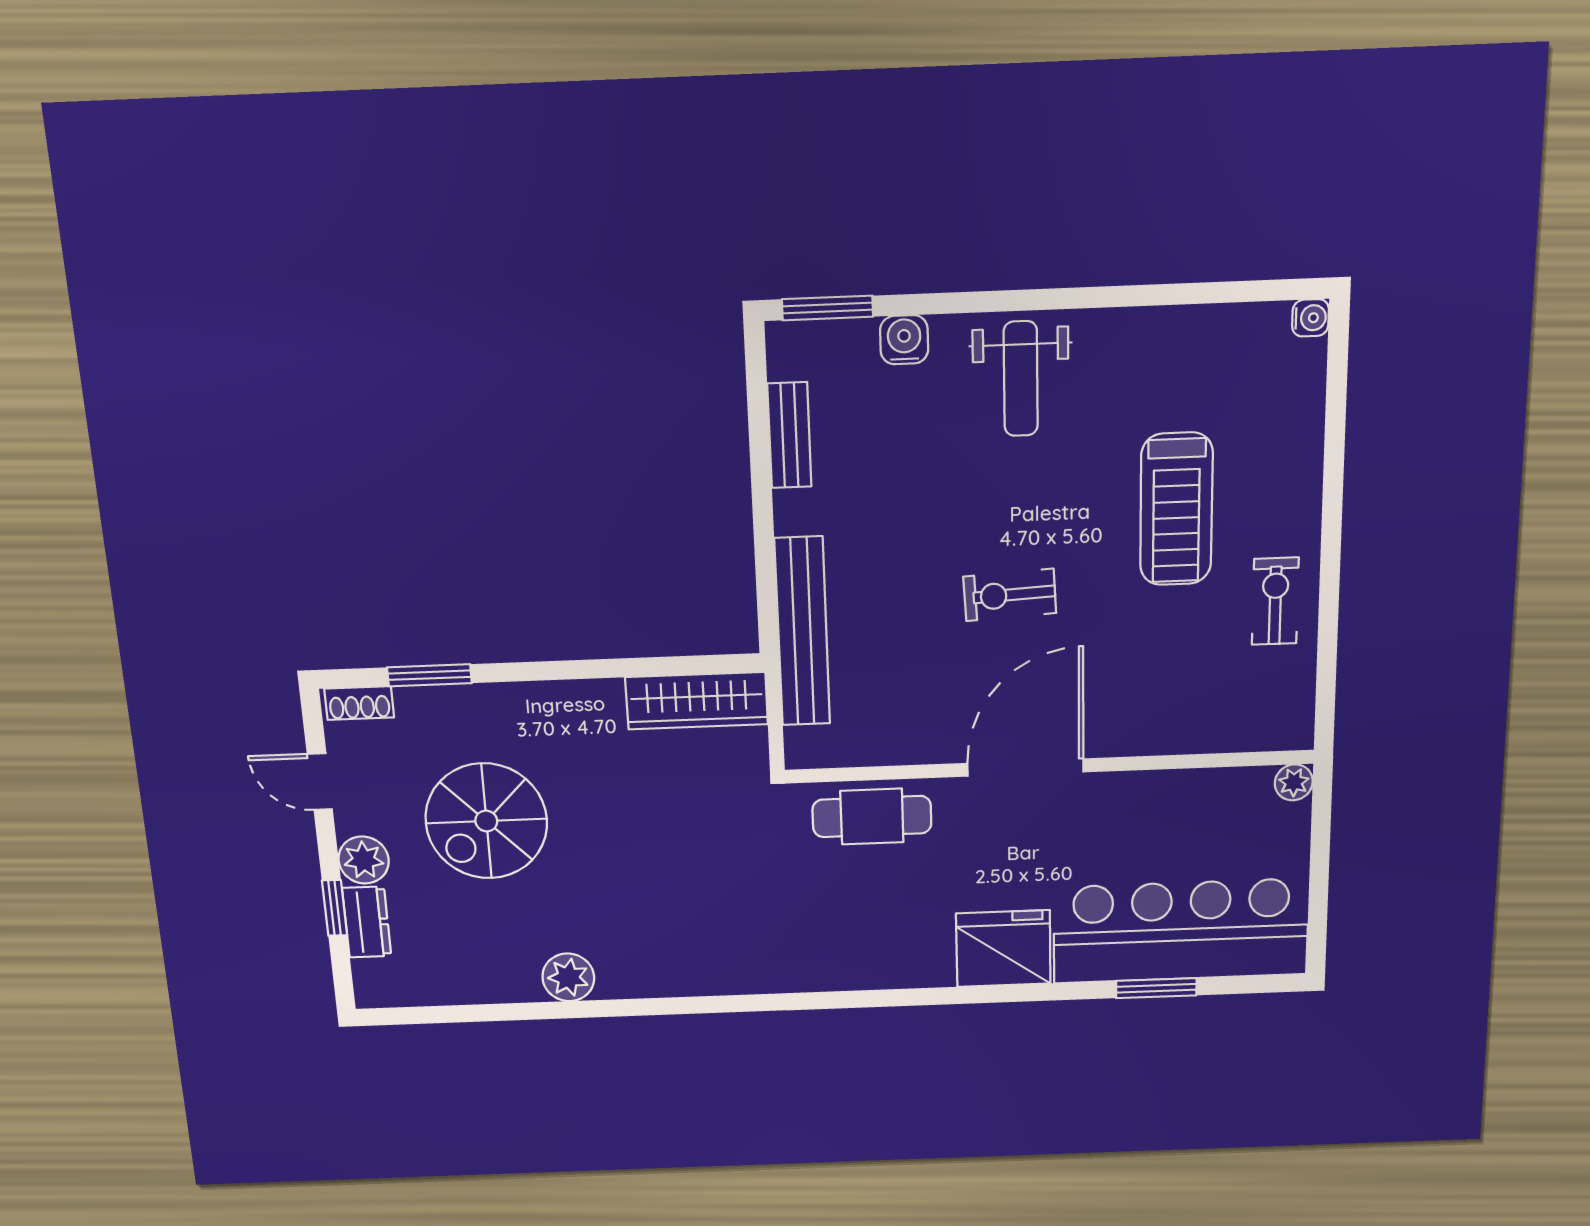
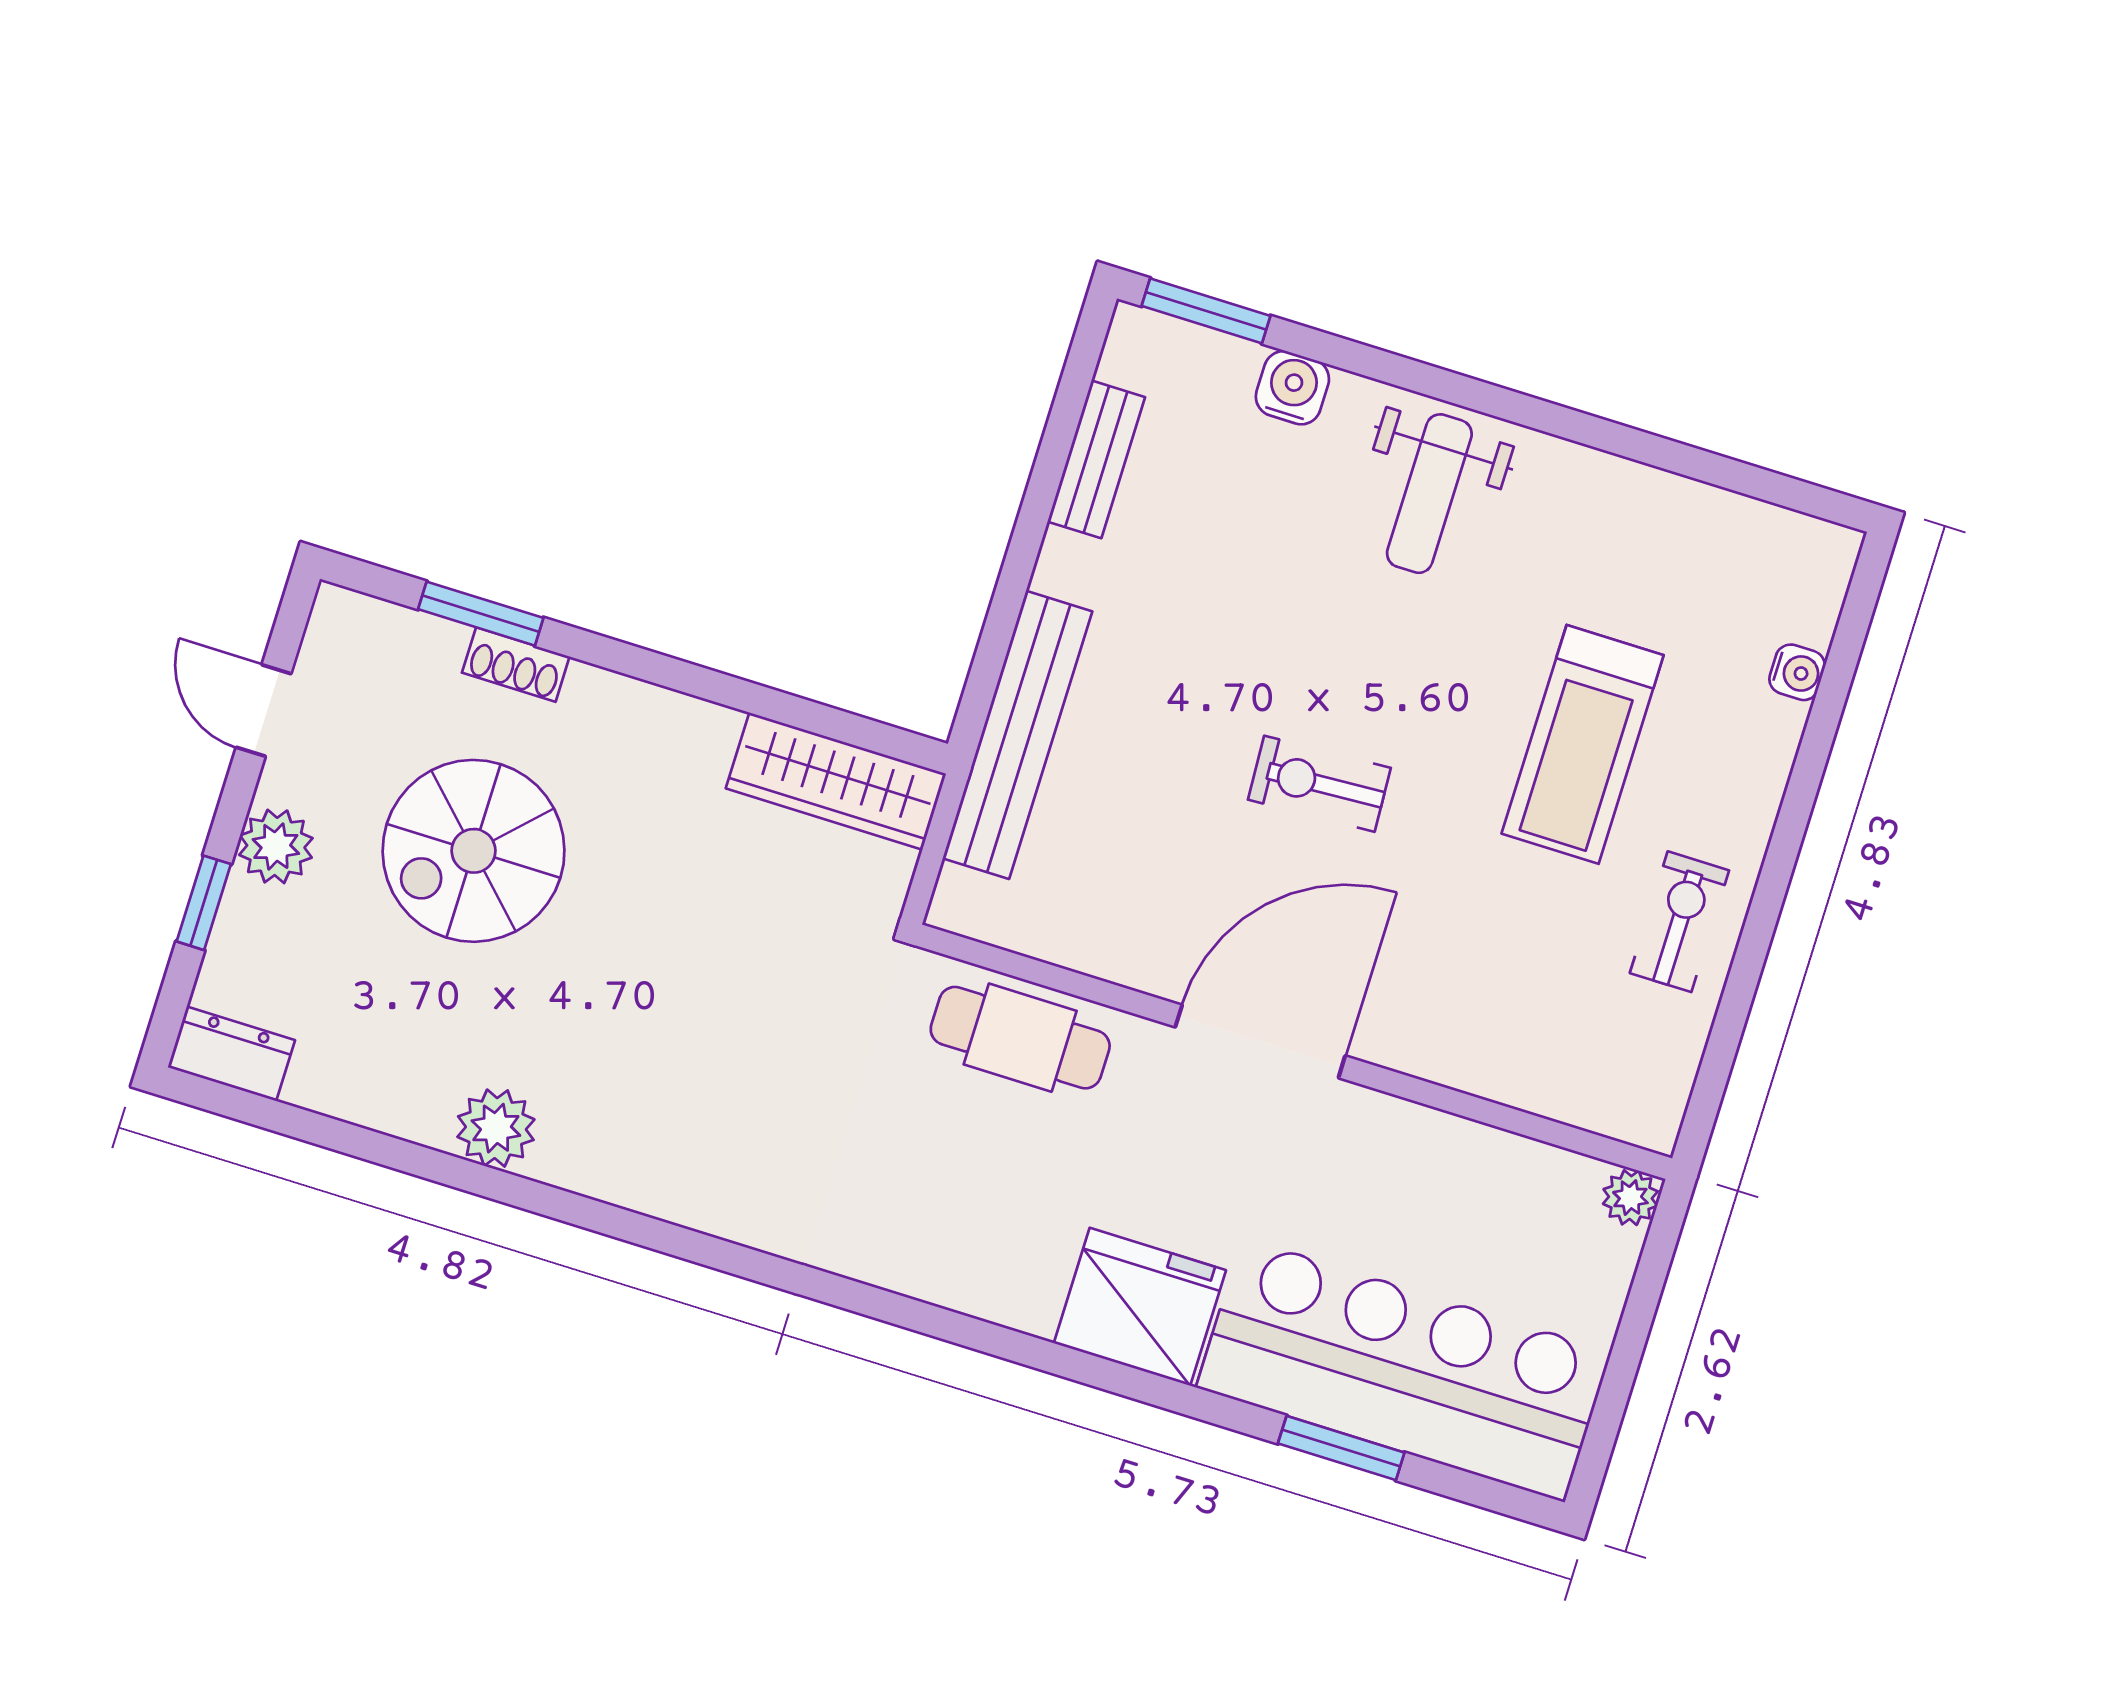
water cooler: (1311, 318) -> (1797, 672), moved
shoe rack: (359, 703) -> (516, 665), moved
dresser: (367, 922) -> (231, 1054), moved, turned -90

